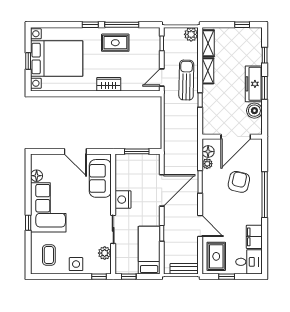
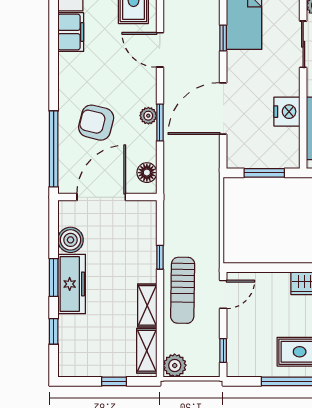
window: (242, 25) -> (114, 381), moved
plant: (207, 164) -> (148, 116), moved
armchair: (239, 182) -> (96, 123), turned 91
window: (265, 195) -> (54, 149), moved
nightstand: (123, 200) -> (287, 112), moved

